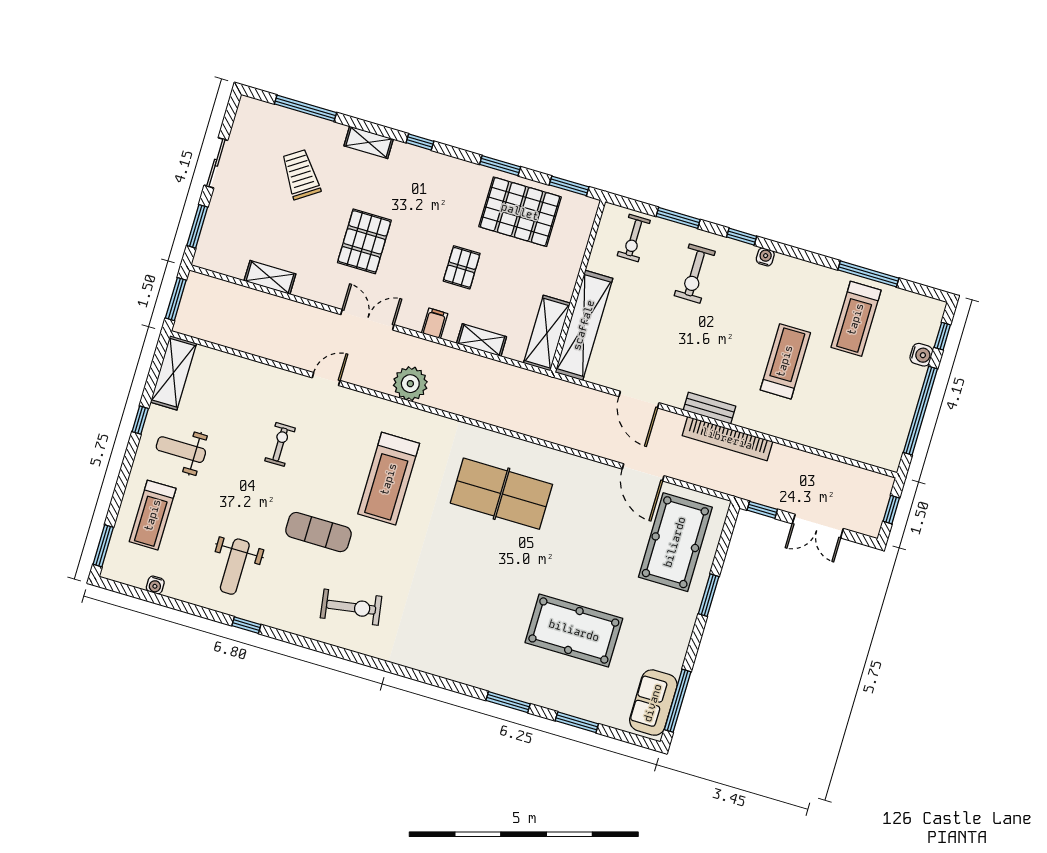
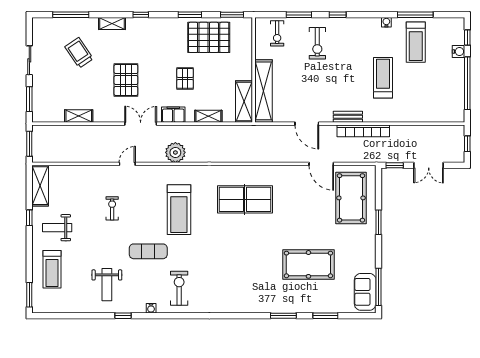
water cooler: (765, 257) -> (386, 22), moved
filing cabinet: (435, 323) -> (173, 115), width x2.00
water cooler: (155, 585) -> (151, 308), moved
exercise bike: (351, 607) -> (179, 288), turned -81

